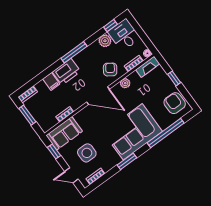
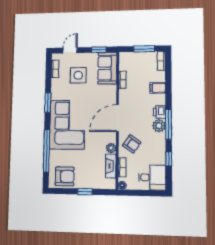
window: (110, 26) -> (169, 159), moved
plant: (105, 41) -> (159, 126), moved
fireplace: (148, 67) -> (111, 166), moved
printer: (67, 72) -> (159, 112), width x0.53, depth x0.68

